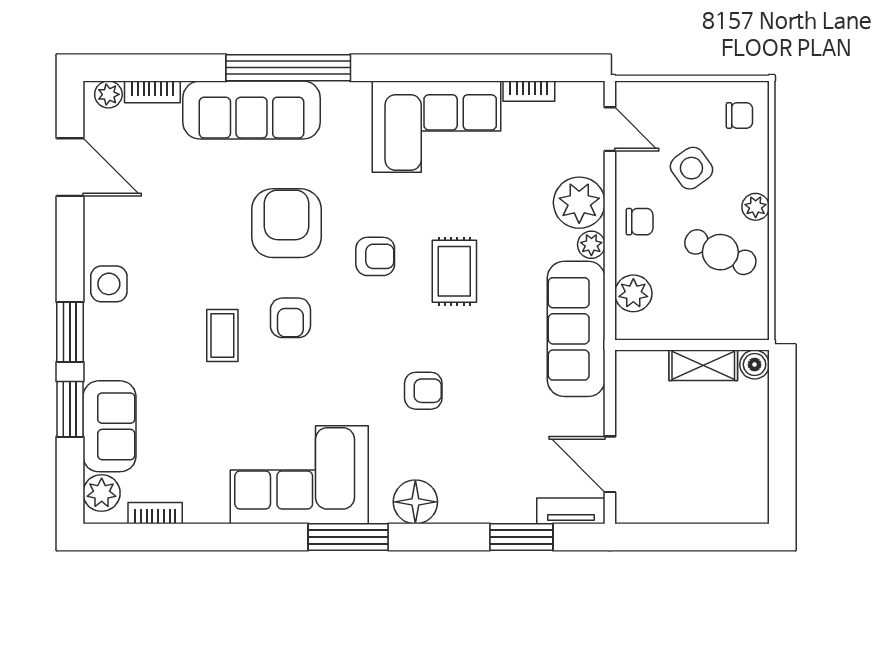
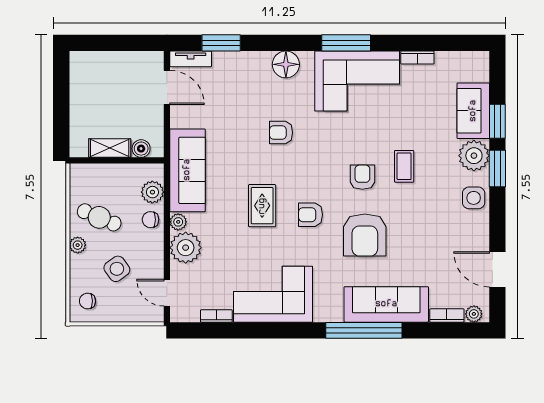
chair: (640, 222) -> (150, 220), moved
boiler: (755, 365) -> (141, 149), moved
plant: (102, 493) -> (474, 156), moved, width x1.36, depth x1.36
bookcase: (155, 513) -> (417, 58), moved
window: (348, 537) -> (346, 43), moved

